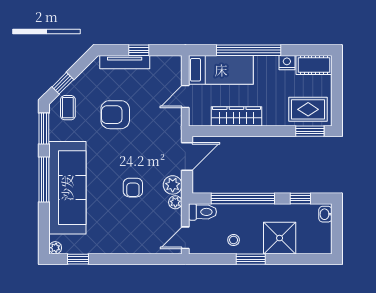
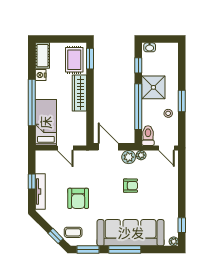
wardrobe: (236, 116) -> (79, 93), moved
shower: (280, 238) -> (153, 87), moved

